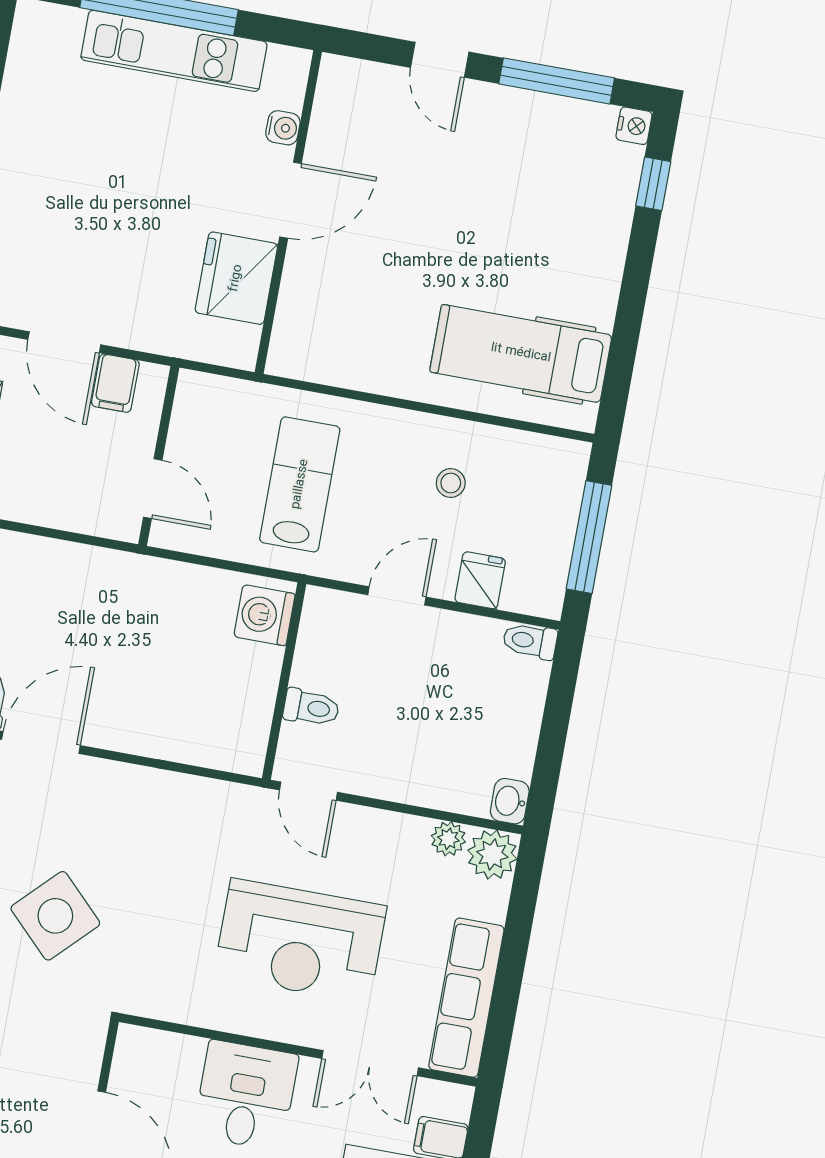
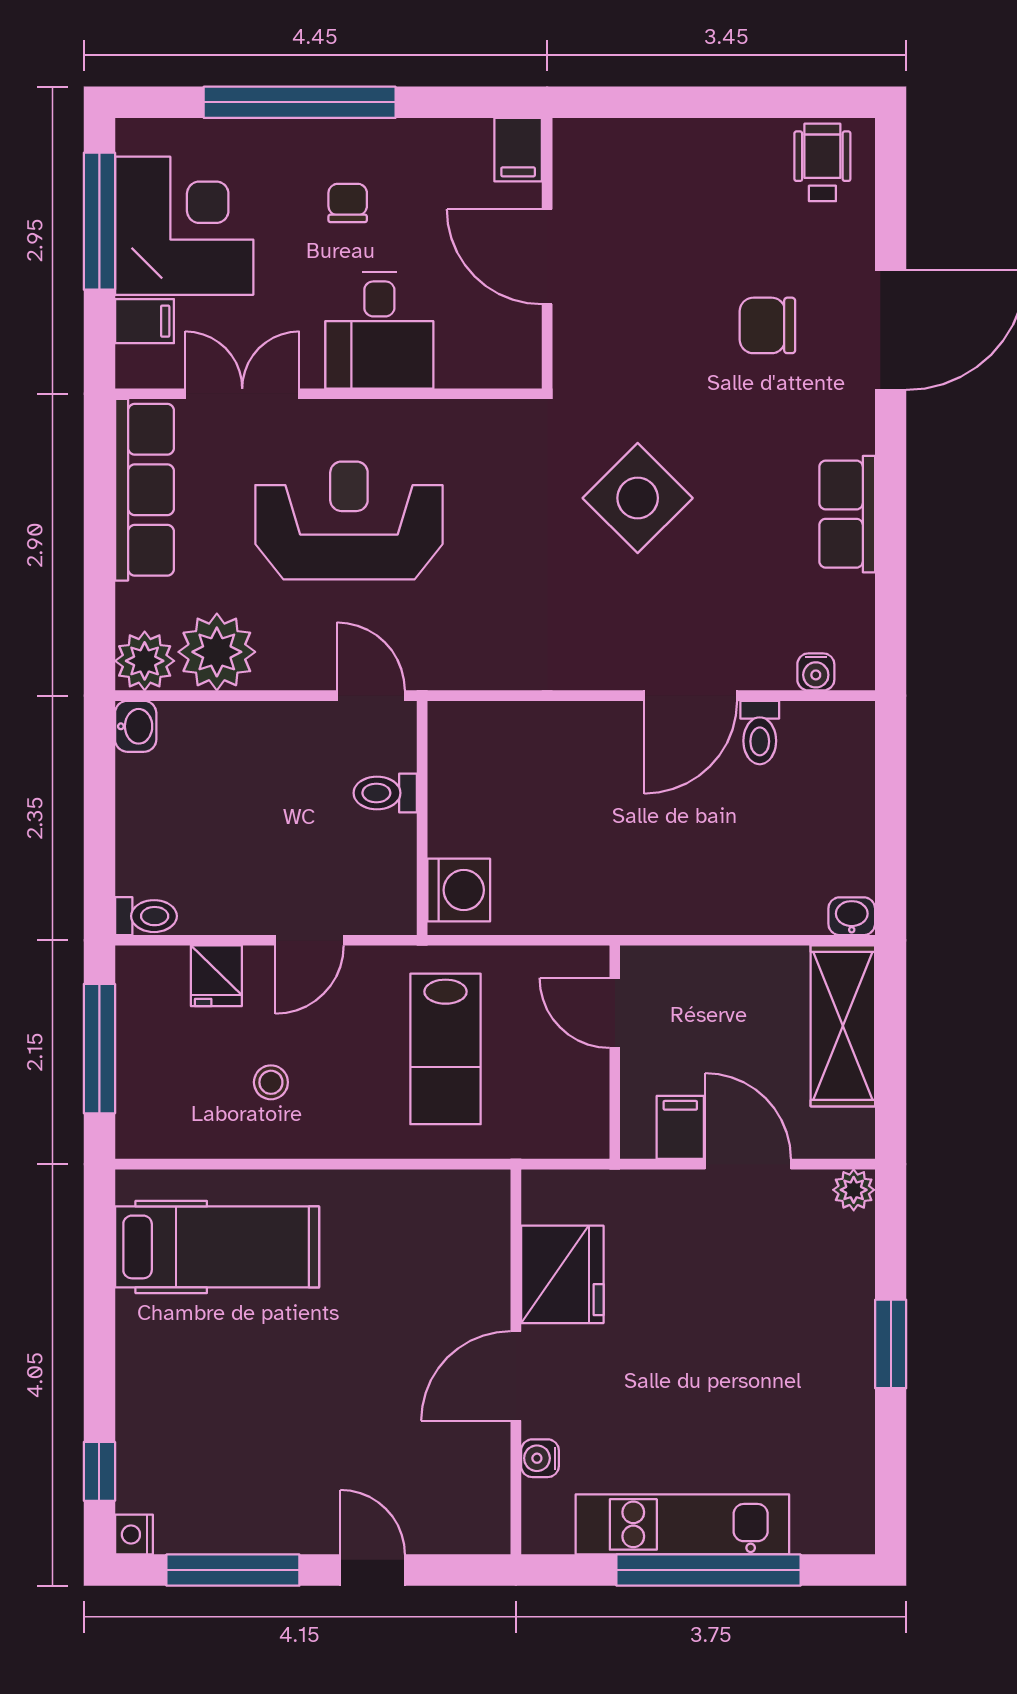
plant: (448, 839) -> (217, 652), width x1.88, depth x1.88

